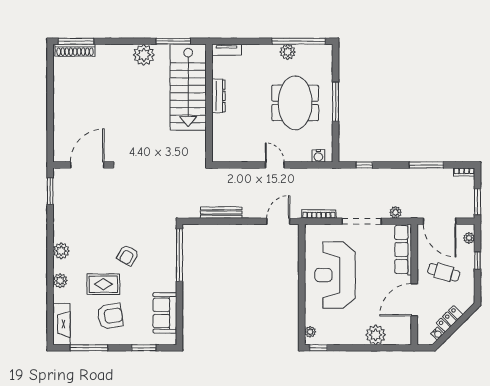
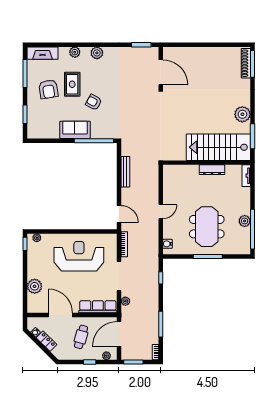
meeting table: (295, 103) -> (207, 227), turned 90
sofa: (165, 313) -> (75, 130), moved

